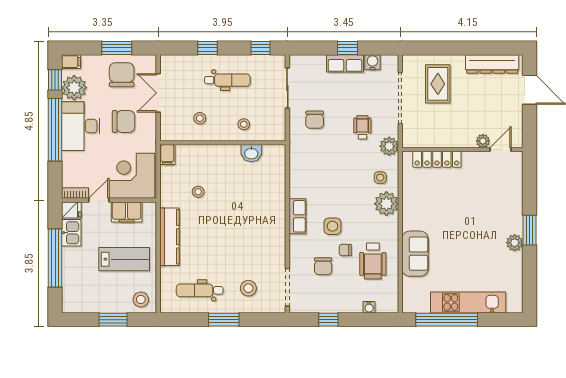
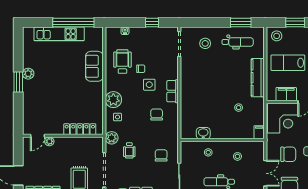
chair: (124, 121) -> (288, 154), turned 180
chair: (323, 266) -> (157, 115), moved
window: (224, 320) -> (241, 23), moved

